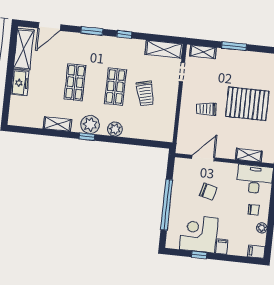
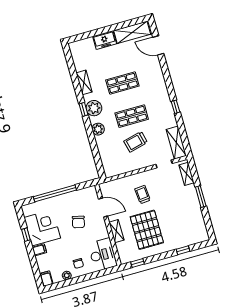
window: (92, 31) -> (168, 80), removed
pallet: (247, 104) -> (147, 230), moved
shelving: (249, 155) -> (116, 231), moved

